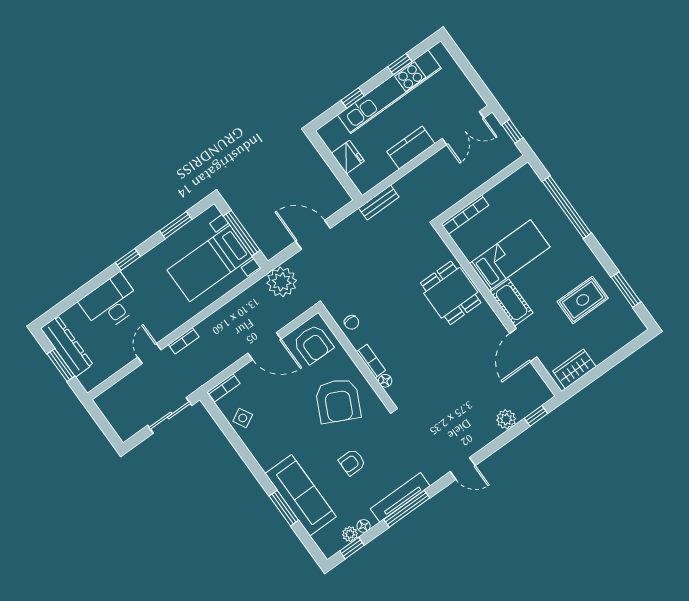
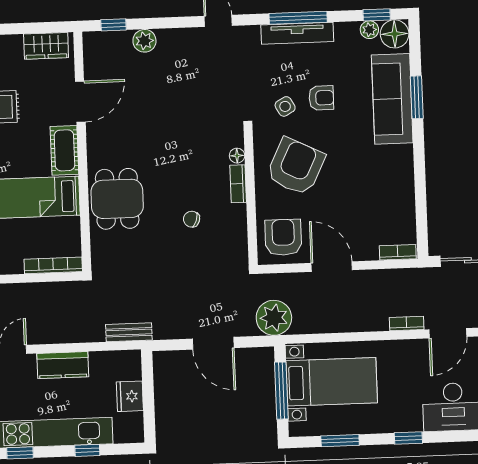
chair: (352, 322) -> (192, 219), moved, turned -69
door: (149, 353) -> (448, 333), width x1.38
side table: (243, 418) -> (285, 106), moved
floor lamp: (364, 526) -> (395, 34), moved, width x1.89, depth x1.89

